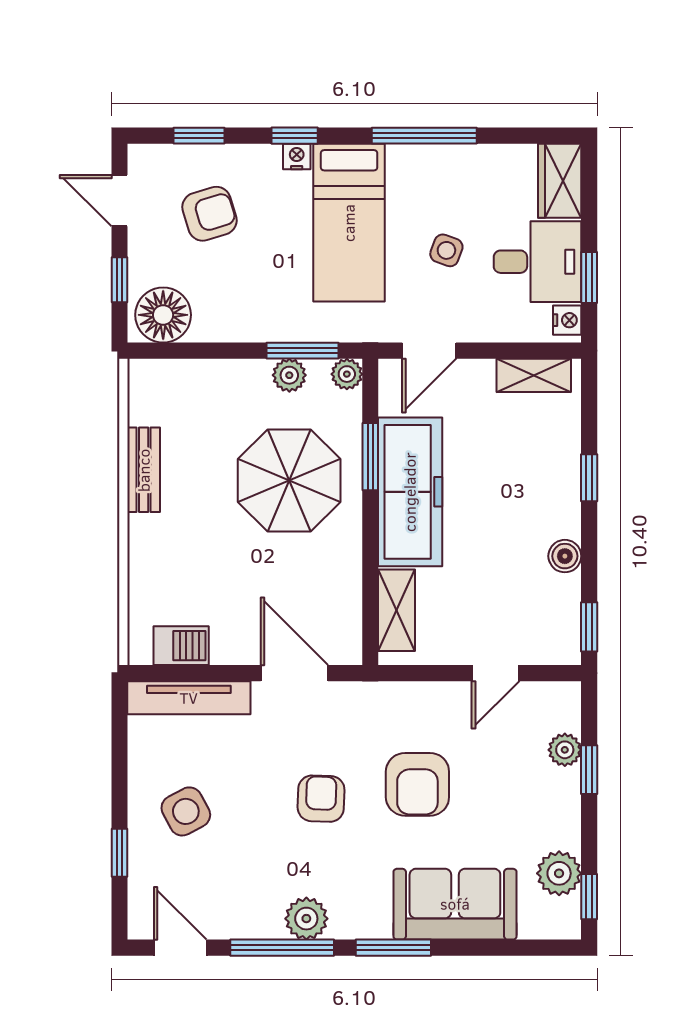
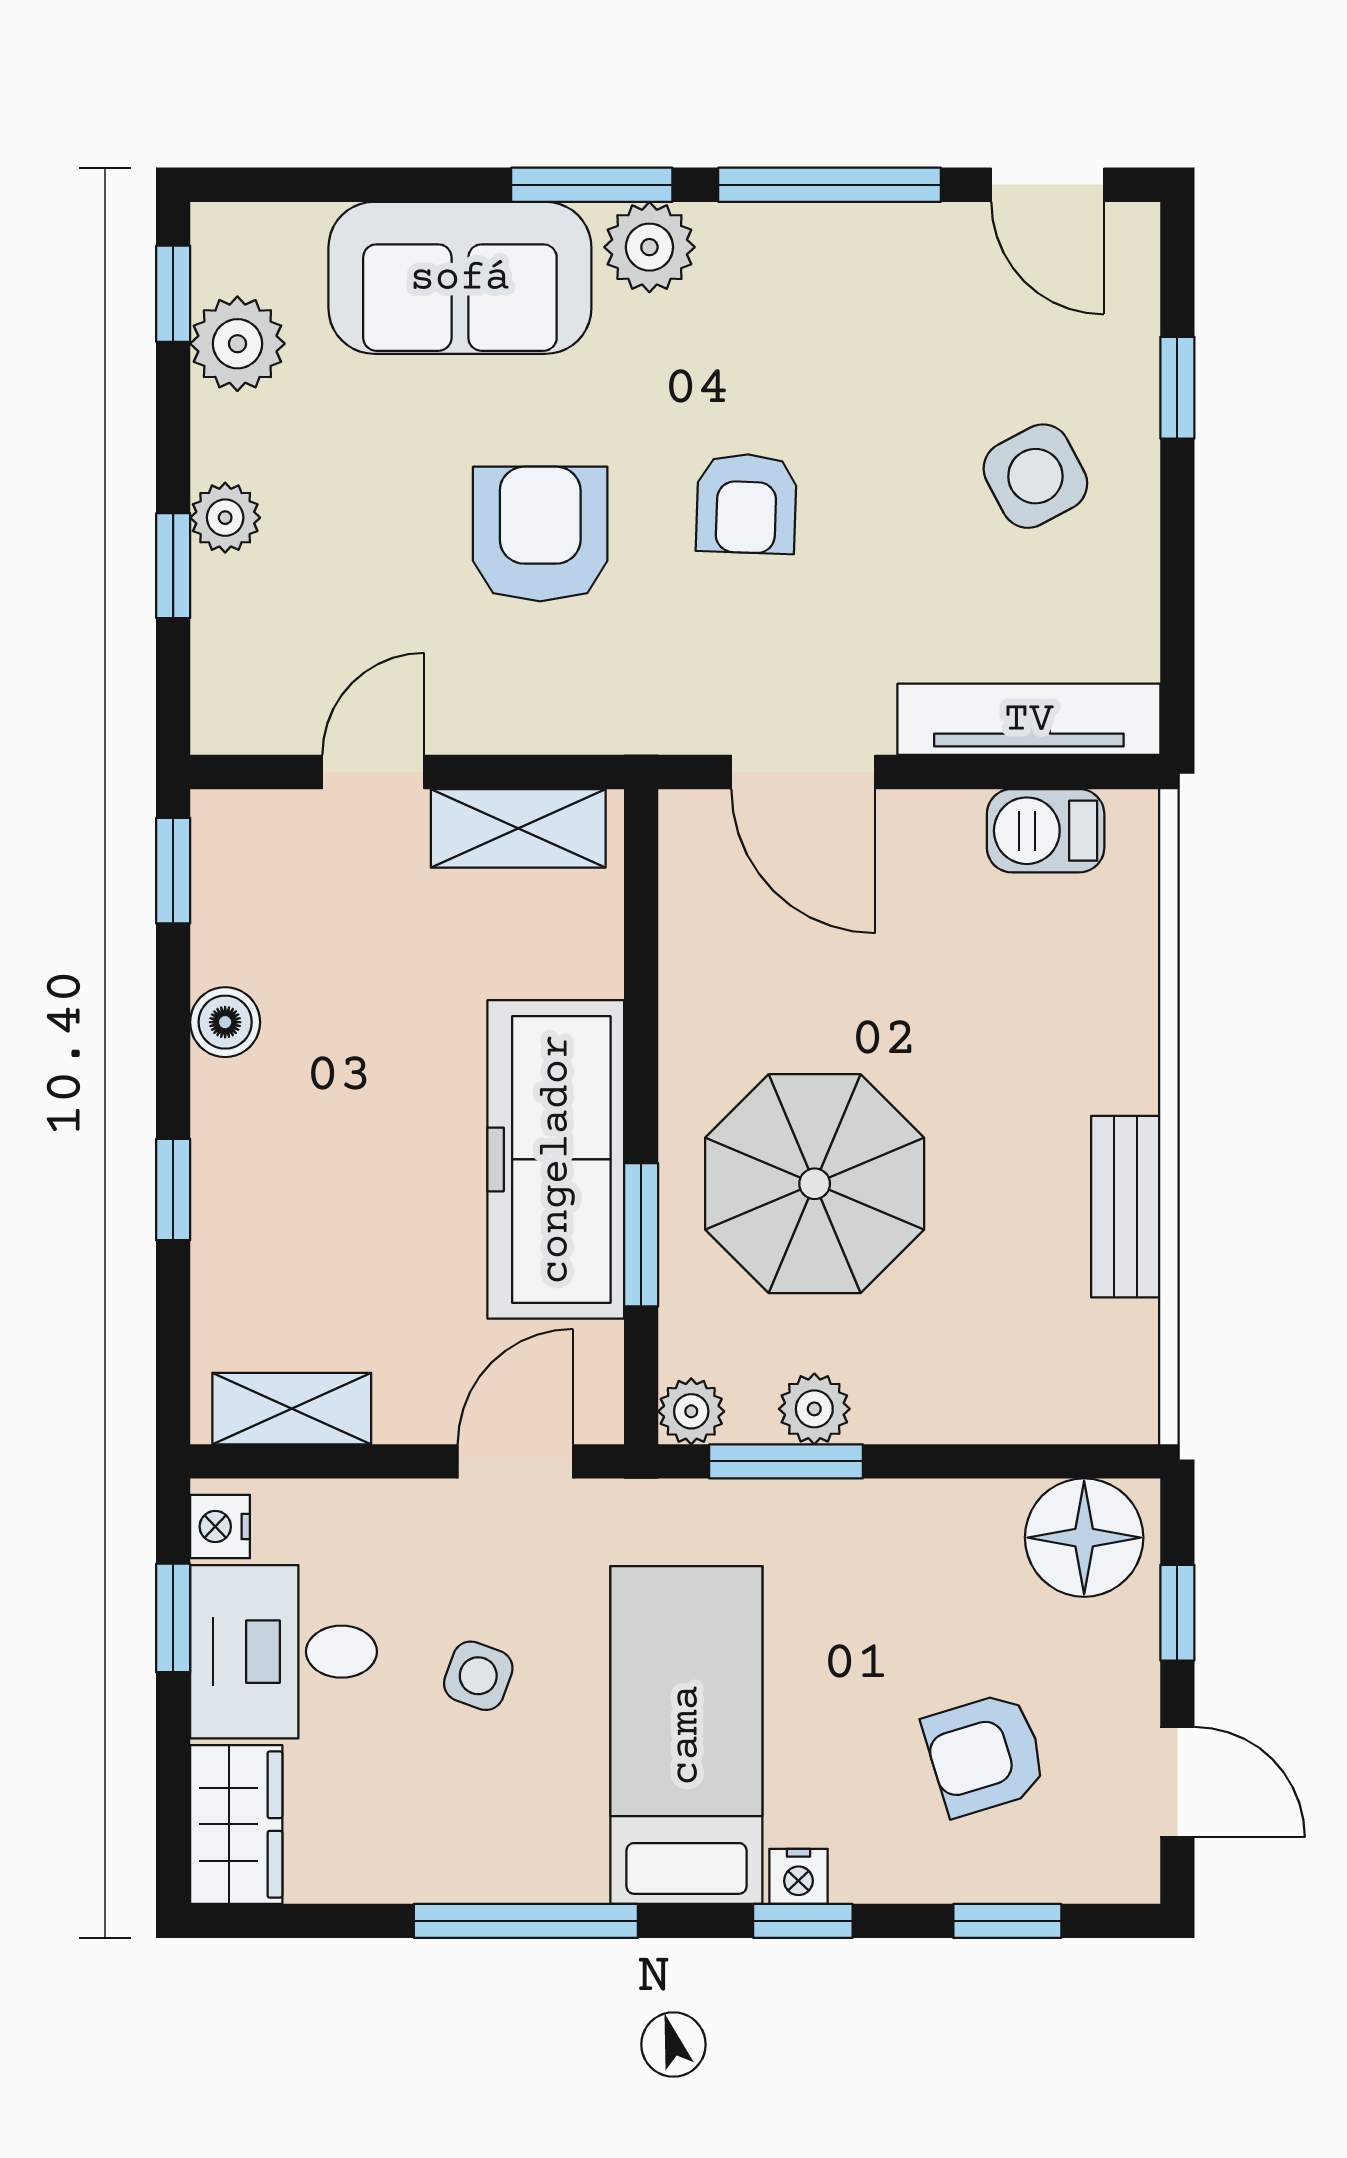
shelving: (397, 610) -> (518, 828), moved, turned 90
plant: (565, 750) -> (225, 518), moved
plant: (306, 919) -> (649, 247), moved

